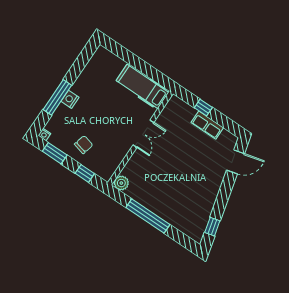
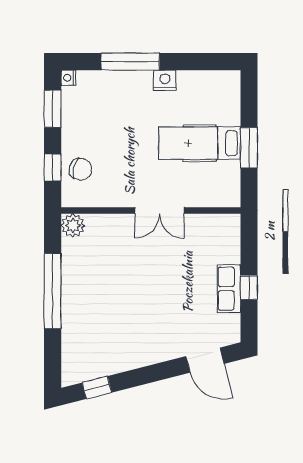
window: (142, 66) -> (249, 148), added
hospital bed: (142, 87) -> (200, 143), moved, turned -90
nightstand: (70, 99) -> (165, 80), moved
window: (203, 108) -> (249, 287), moved
chair: (84, 145) -> (81, 169), moved

